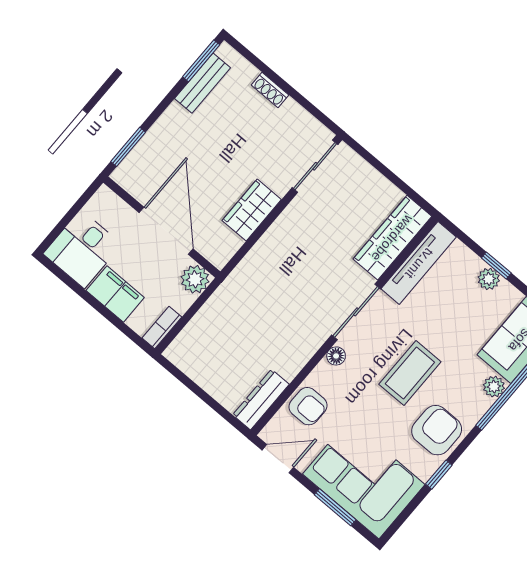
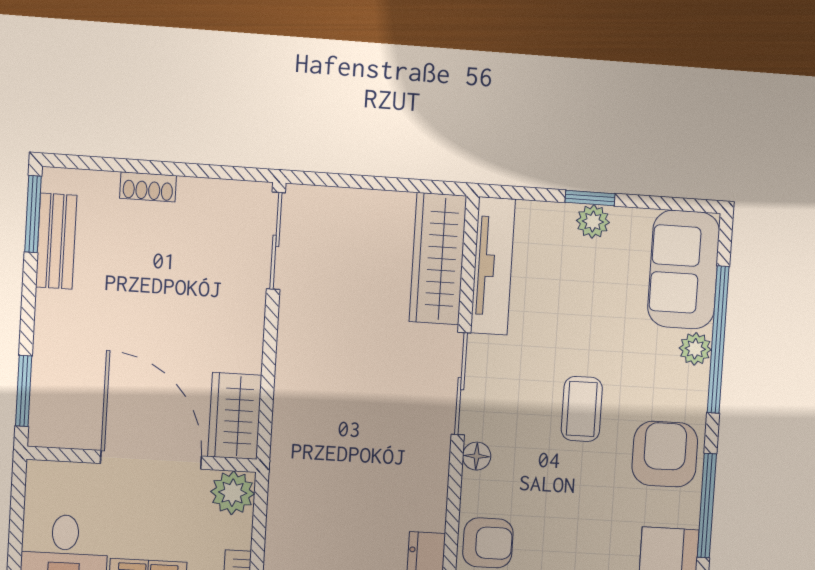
wardrobe: (252, 210) -> (235, 416), moved
coffee table: (410, 373) -> (582, 409), width x0.73, depth x0.77
window: (439, 475) -> (707, 506), width x2.17

